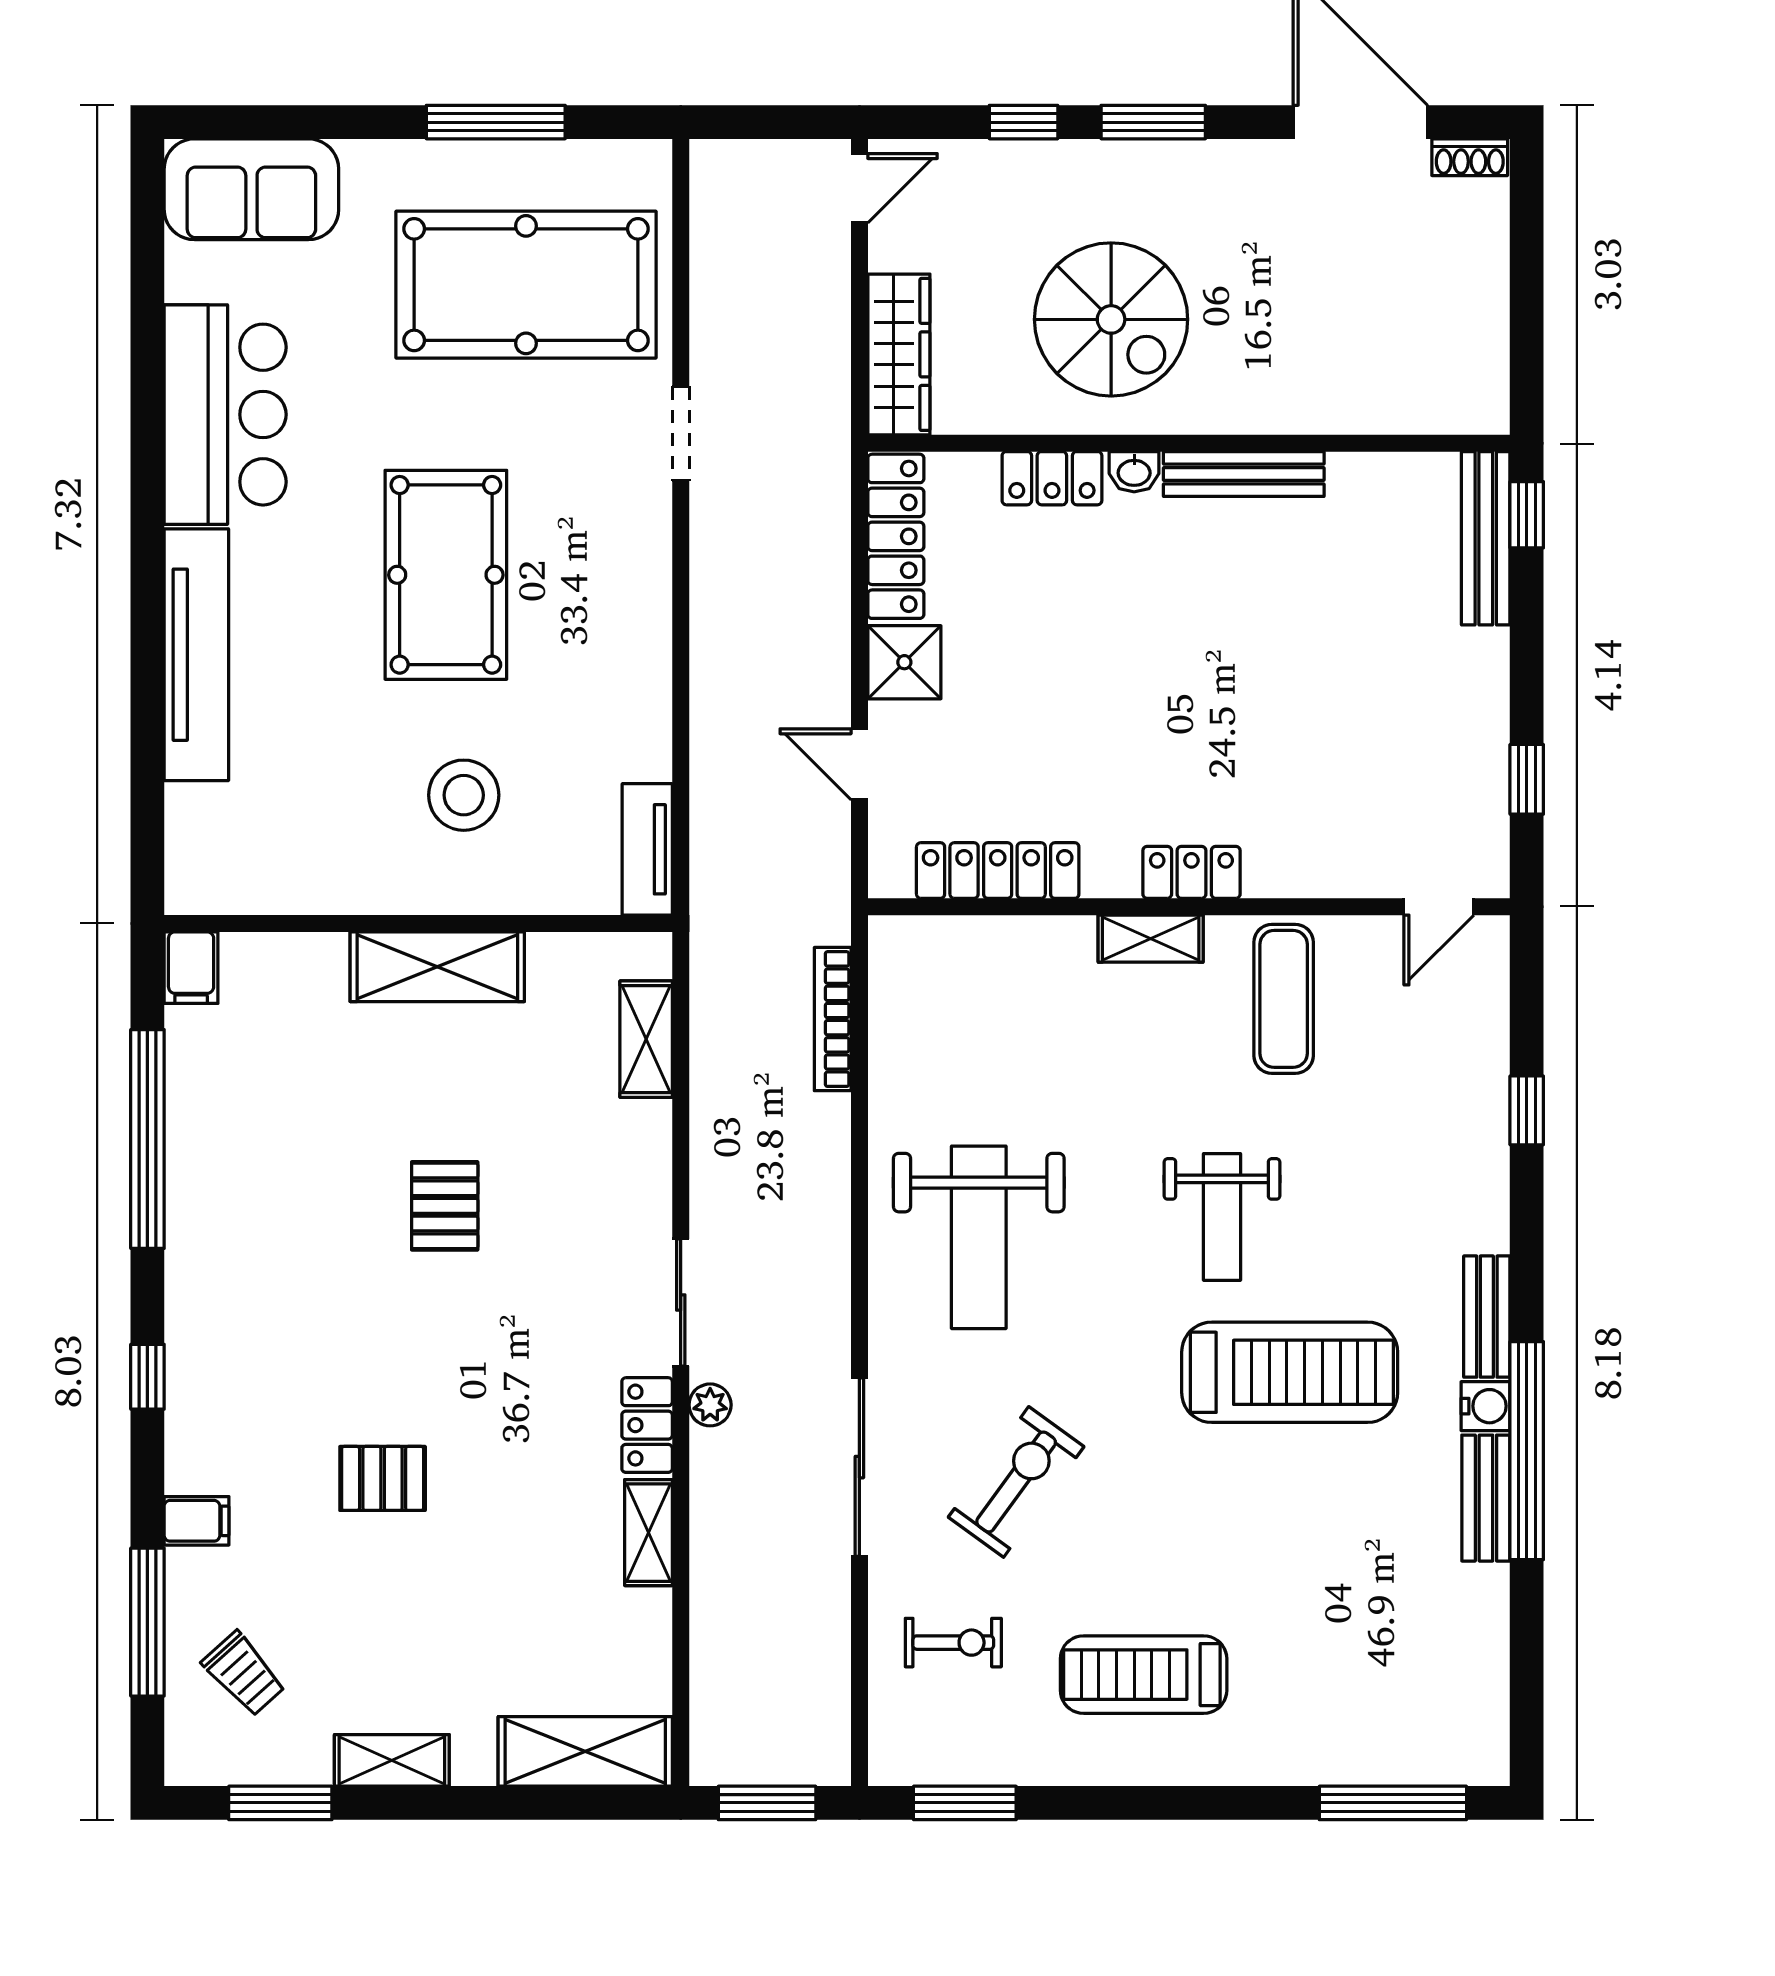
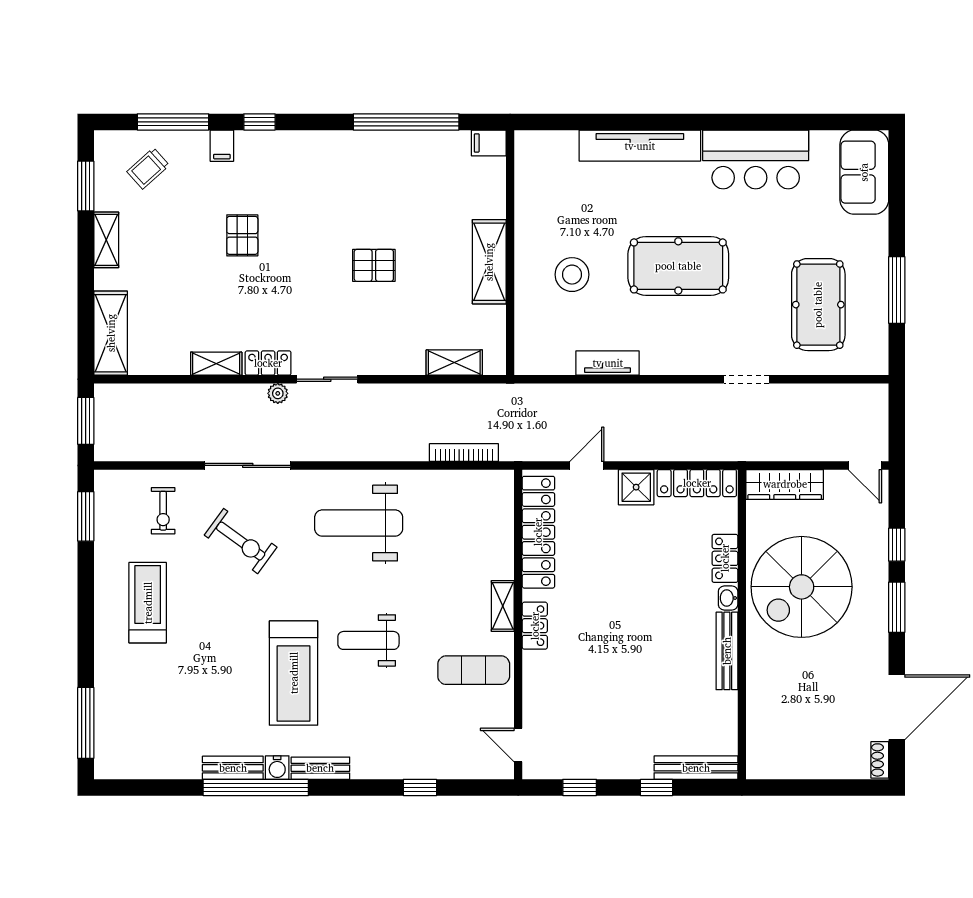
pool table: (526, 285) -> (818, 305), width x0.73, depth x0.76
spiral stairs: (1111, 319) -> (802, 587), width x1.37, depth x1.37
window: (1527, 515) -> (656, 787), moved
tv unit: (647, 849) -> (608, 363), moved
locker: (998, 870) -> (538, 532), width x1.41, depth x1.21
window: (147, 1377) -> (259, 122), moved

